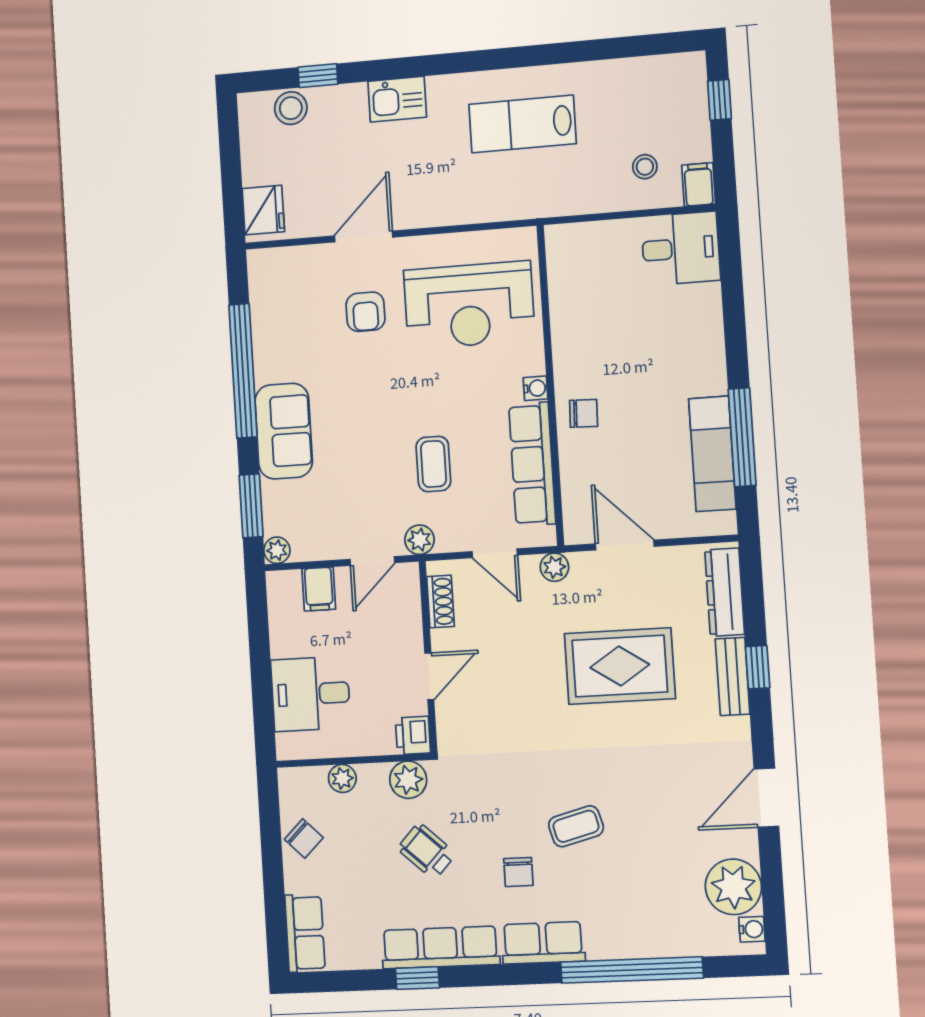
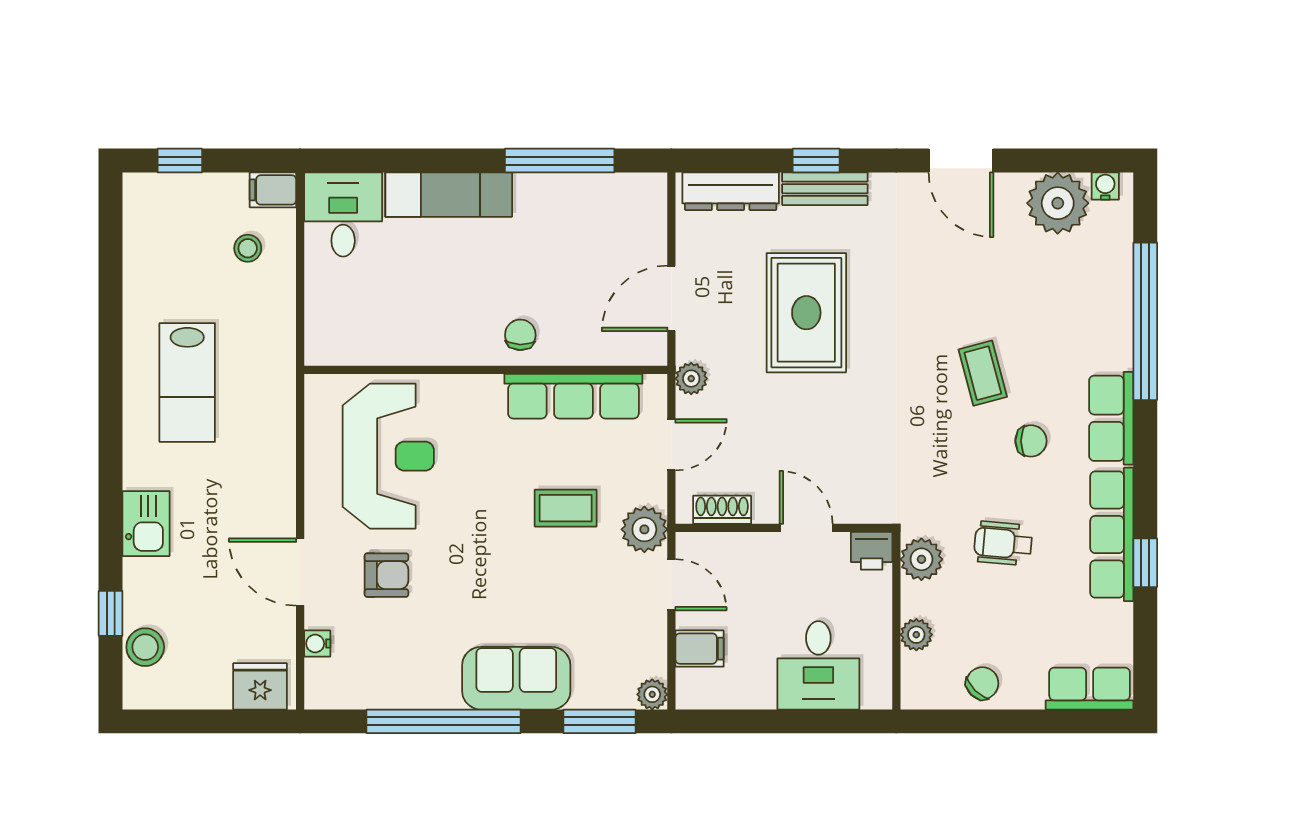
water cooler: (535, 388) -> (317, 644), moved, turned -90
exam couch: (712, 454) -> (449, 195), moved
plant: (419, 540) -> (644, 529), width x1.38, depth x1.38
wheelchair: (427, 851) -> (1003, 543), turned 52

